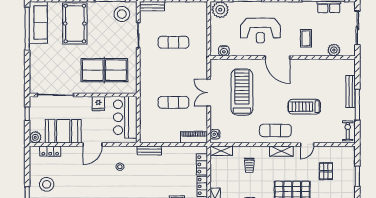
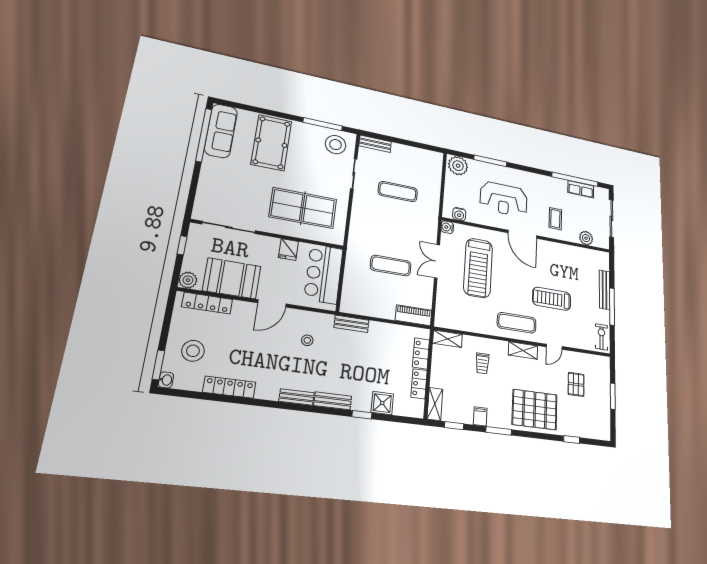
treadmill: (242, 92) -> (478, 268), turned 180
water cooler: (215, 134) -> (447, 227), moved
locker: (50, 151) -> (207, 303), width x1.53

